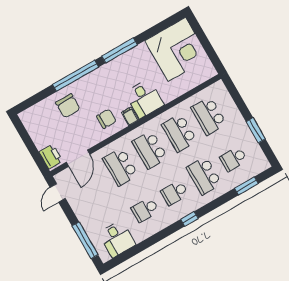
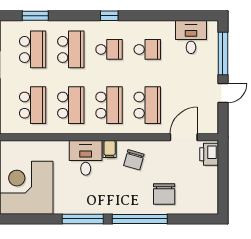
chair: (68, 106) -> (164, 194), turned 180
chair: (106, 119) -> (134, 160), turned -74
school desk: (234, 159) -> (33, 49), width x1.85
door: (58, 193) -> (223, 93), moved

